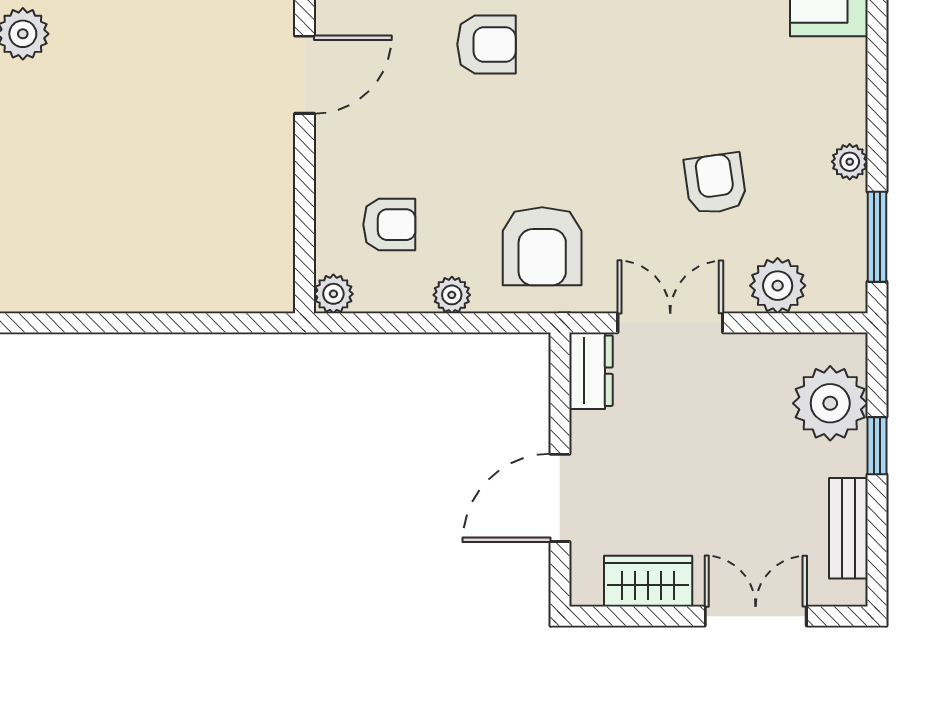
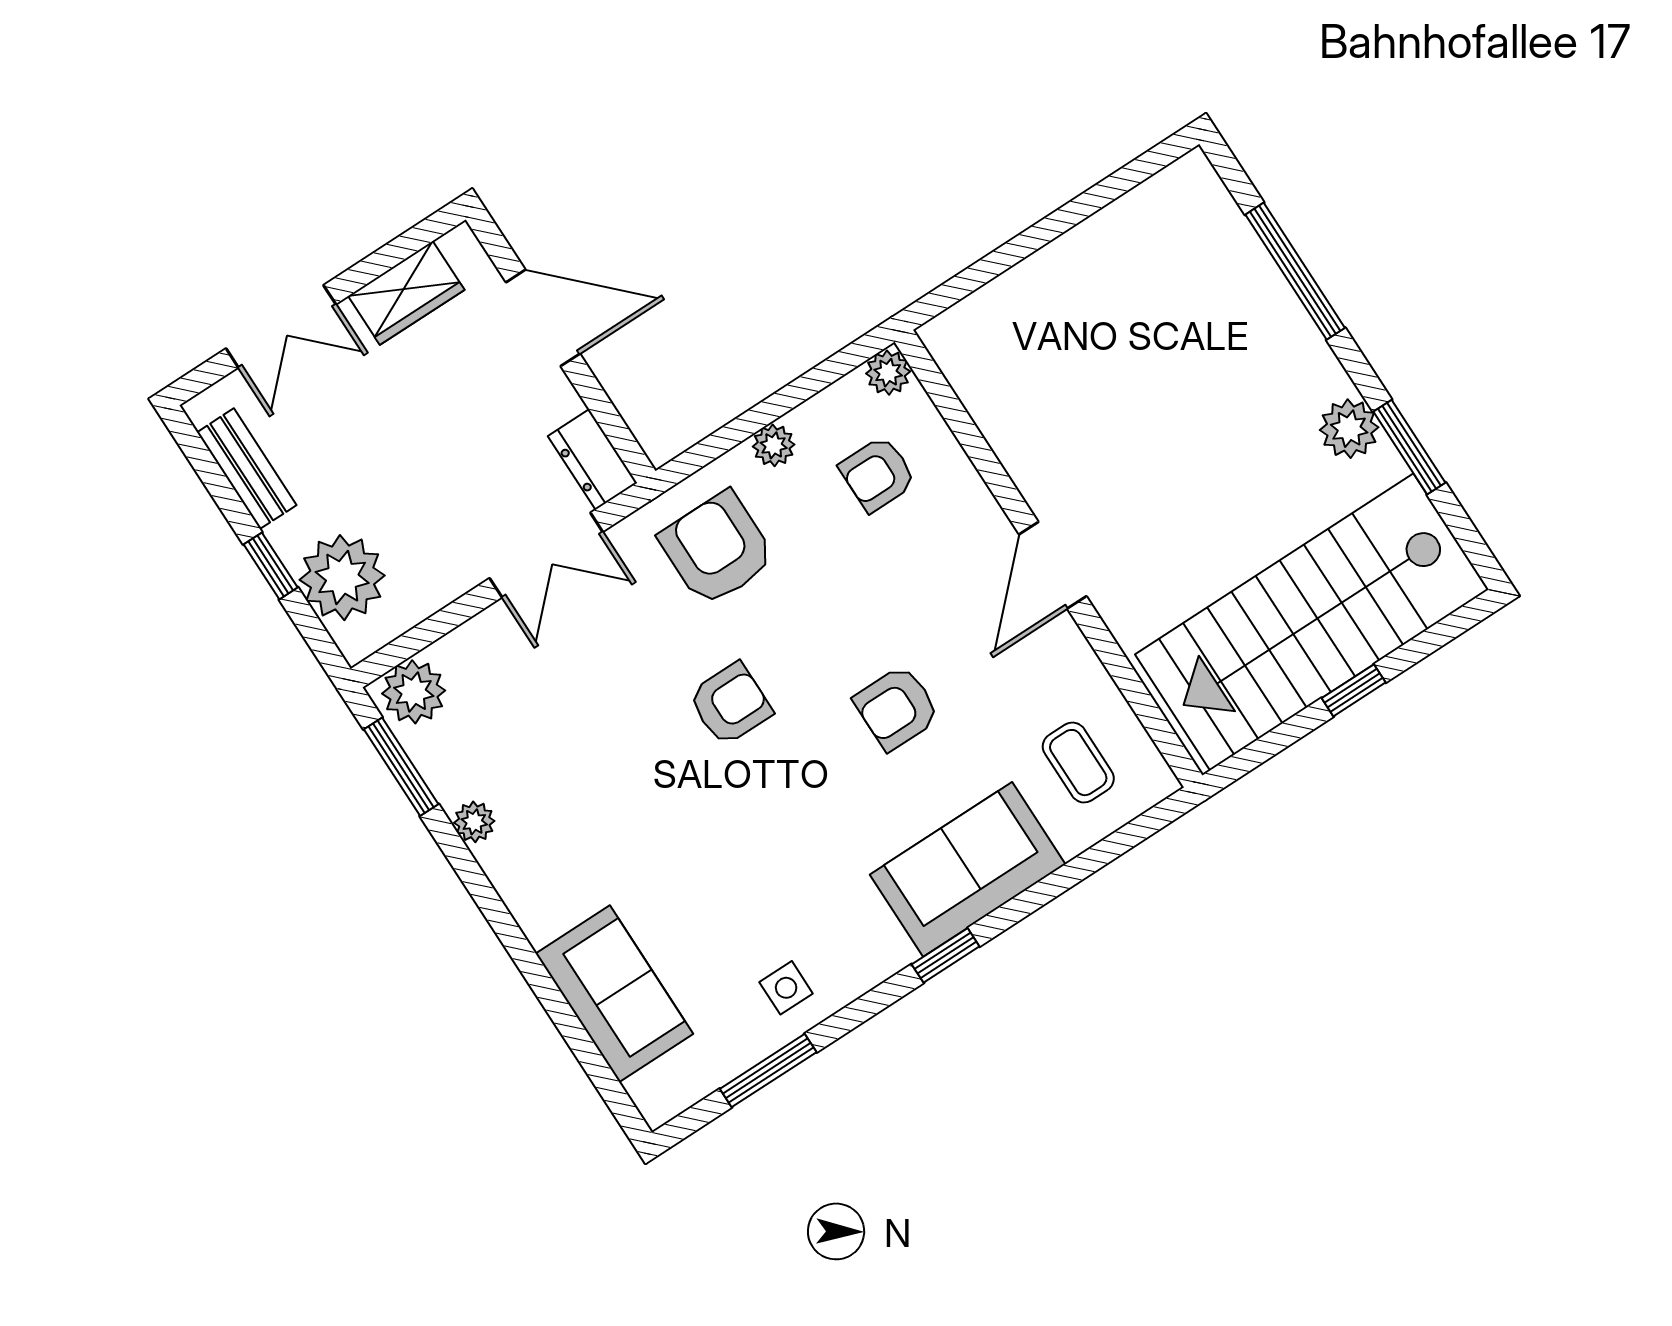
armchair: (715, 184) -> (730, 704), moved, turned -82
plant: (778, 286) -> (414, 692), moved
door: (560, 498) -> (543, 318), hinge flipped

